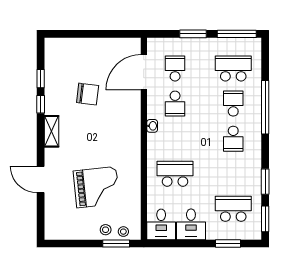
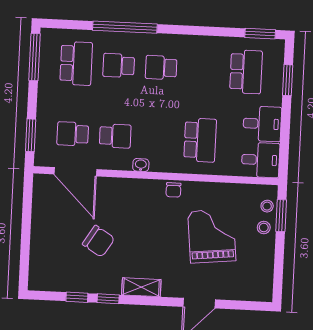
window: (193, 34) -> (31, 135), moved
school desk: (233, 69) -> (76, 63), turned 180
chair: (88, 94) -> (98, 241), turned 115
school desk: (233, 139) -> (161, 68), turned 180
chair: (133, 154) -> (173, 190), added
school desk: (175, 174) -> (200, 140), turned 180
window: (265, 182) -> (215, 32), removed
school desk: (233, 209) -> (246, 72), turned 180

